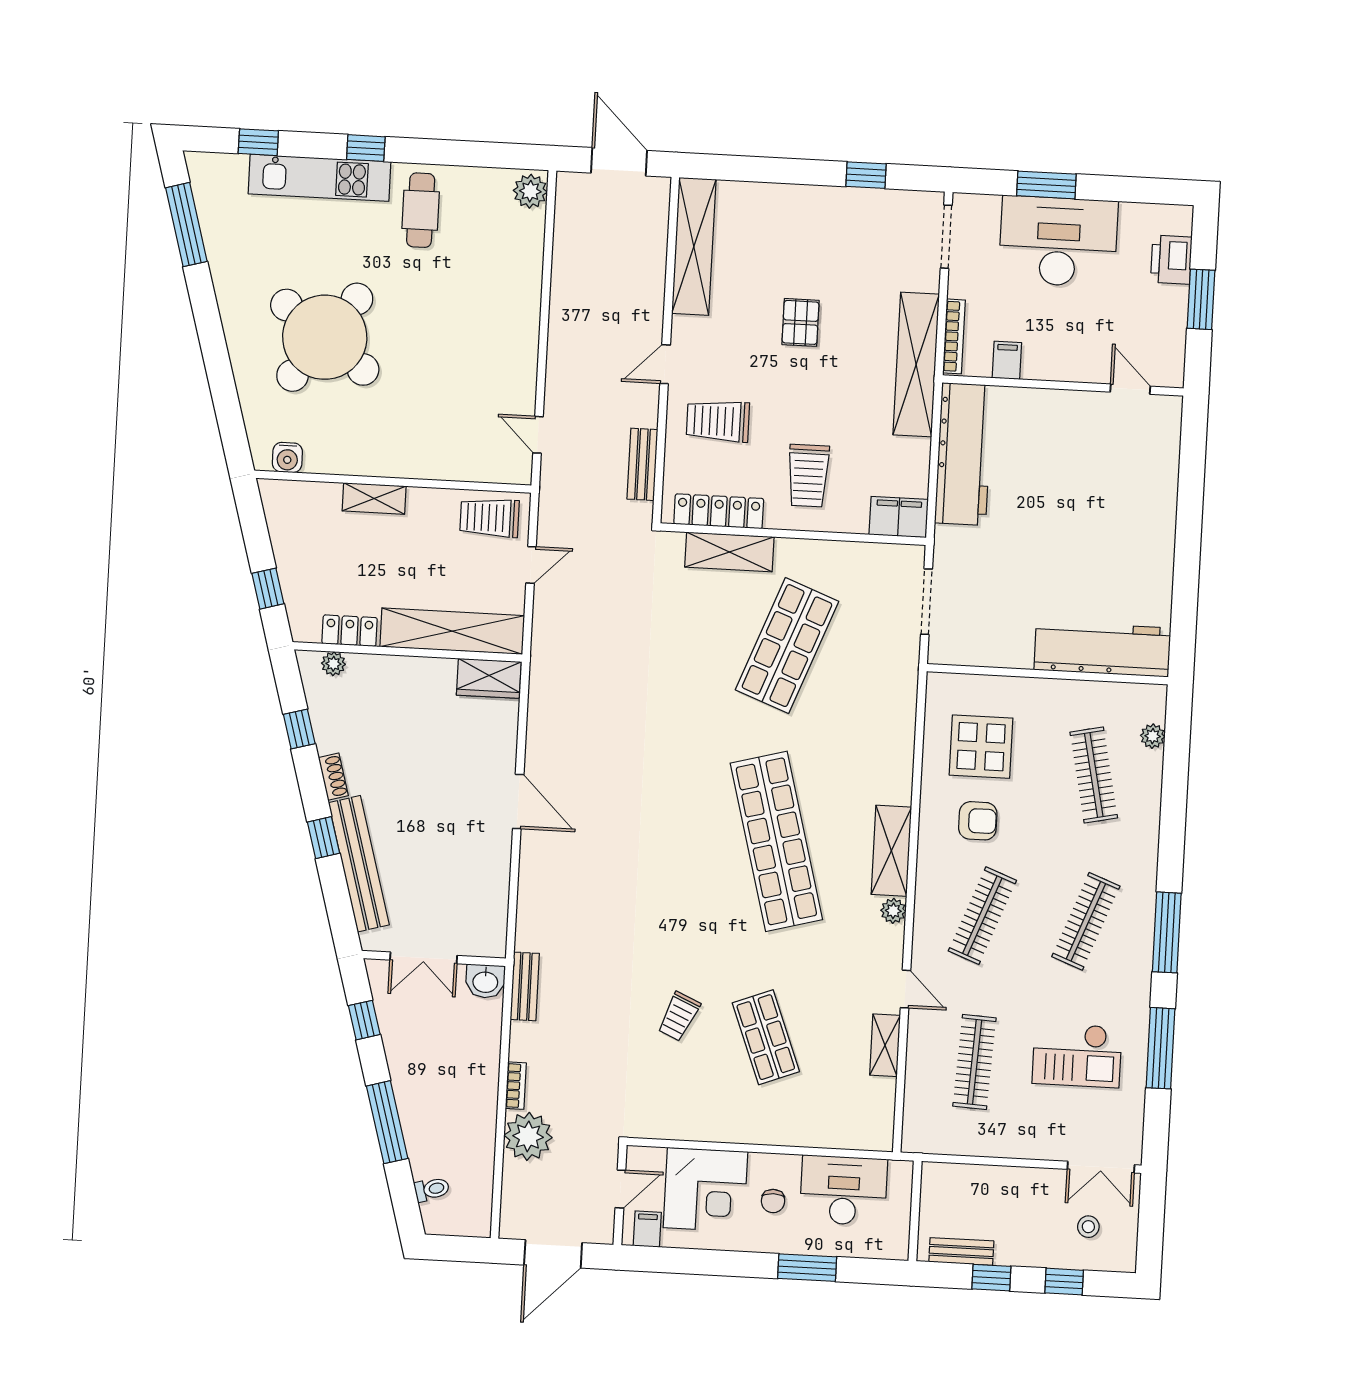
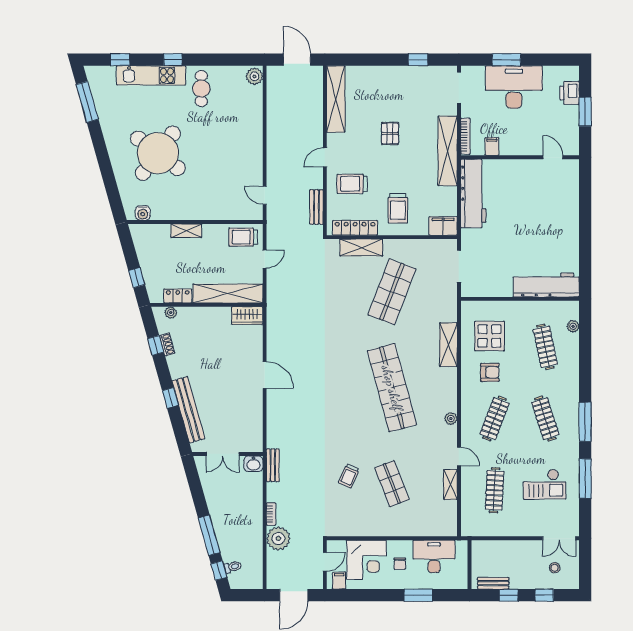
shoe rack: (333, 777) -> (167, 344), moved
shelving: (891, 851) -> (448, 345), moved
clothes rail: (1086, 921) -> (545, 419), turned -39
window: (364, 1020) -> (219, 571), moved

